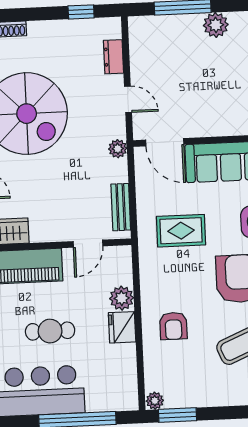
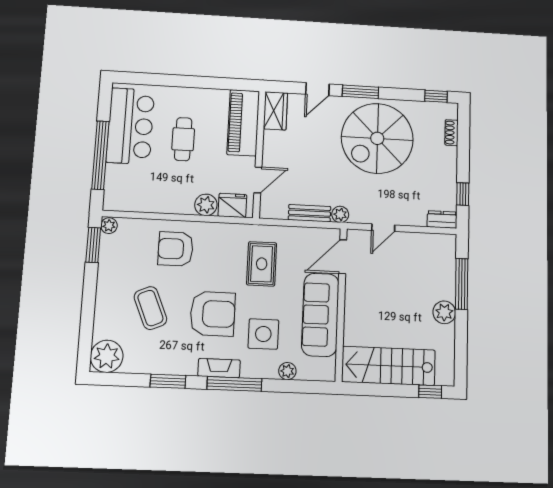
dresser: (113, 57) -> (442, 220), moved
bench: (121, 207) -> (310, 213), moved
door: (88, 244) -> (258, 180), swing flipped
armchair: (173, 326) -> (176, 249), width x1.38, depth x1.38
fridge: (122, 327) -> (232, 205), moved

